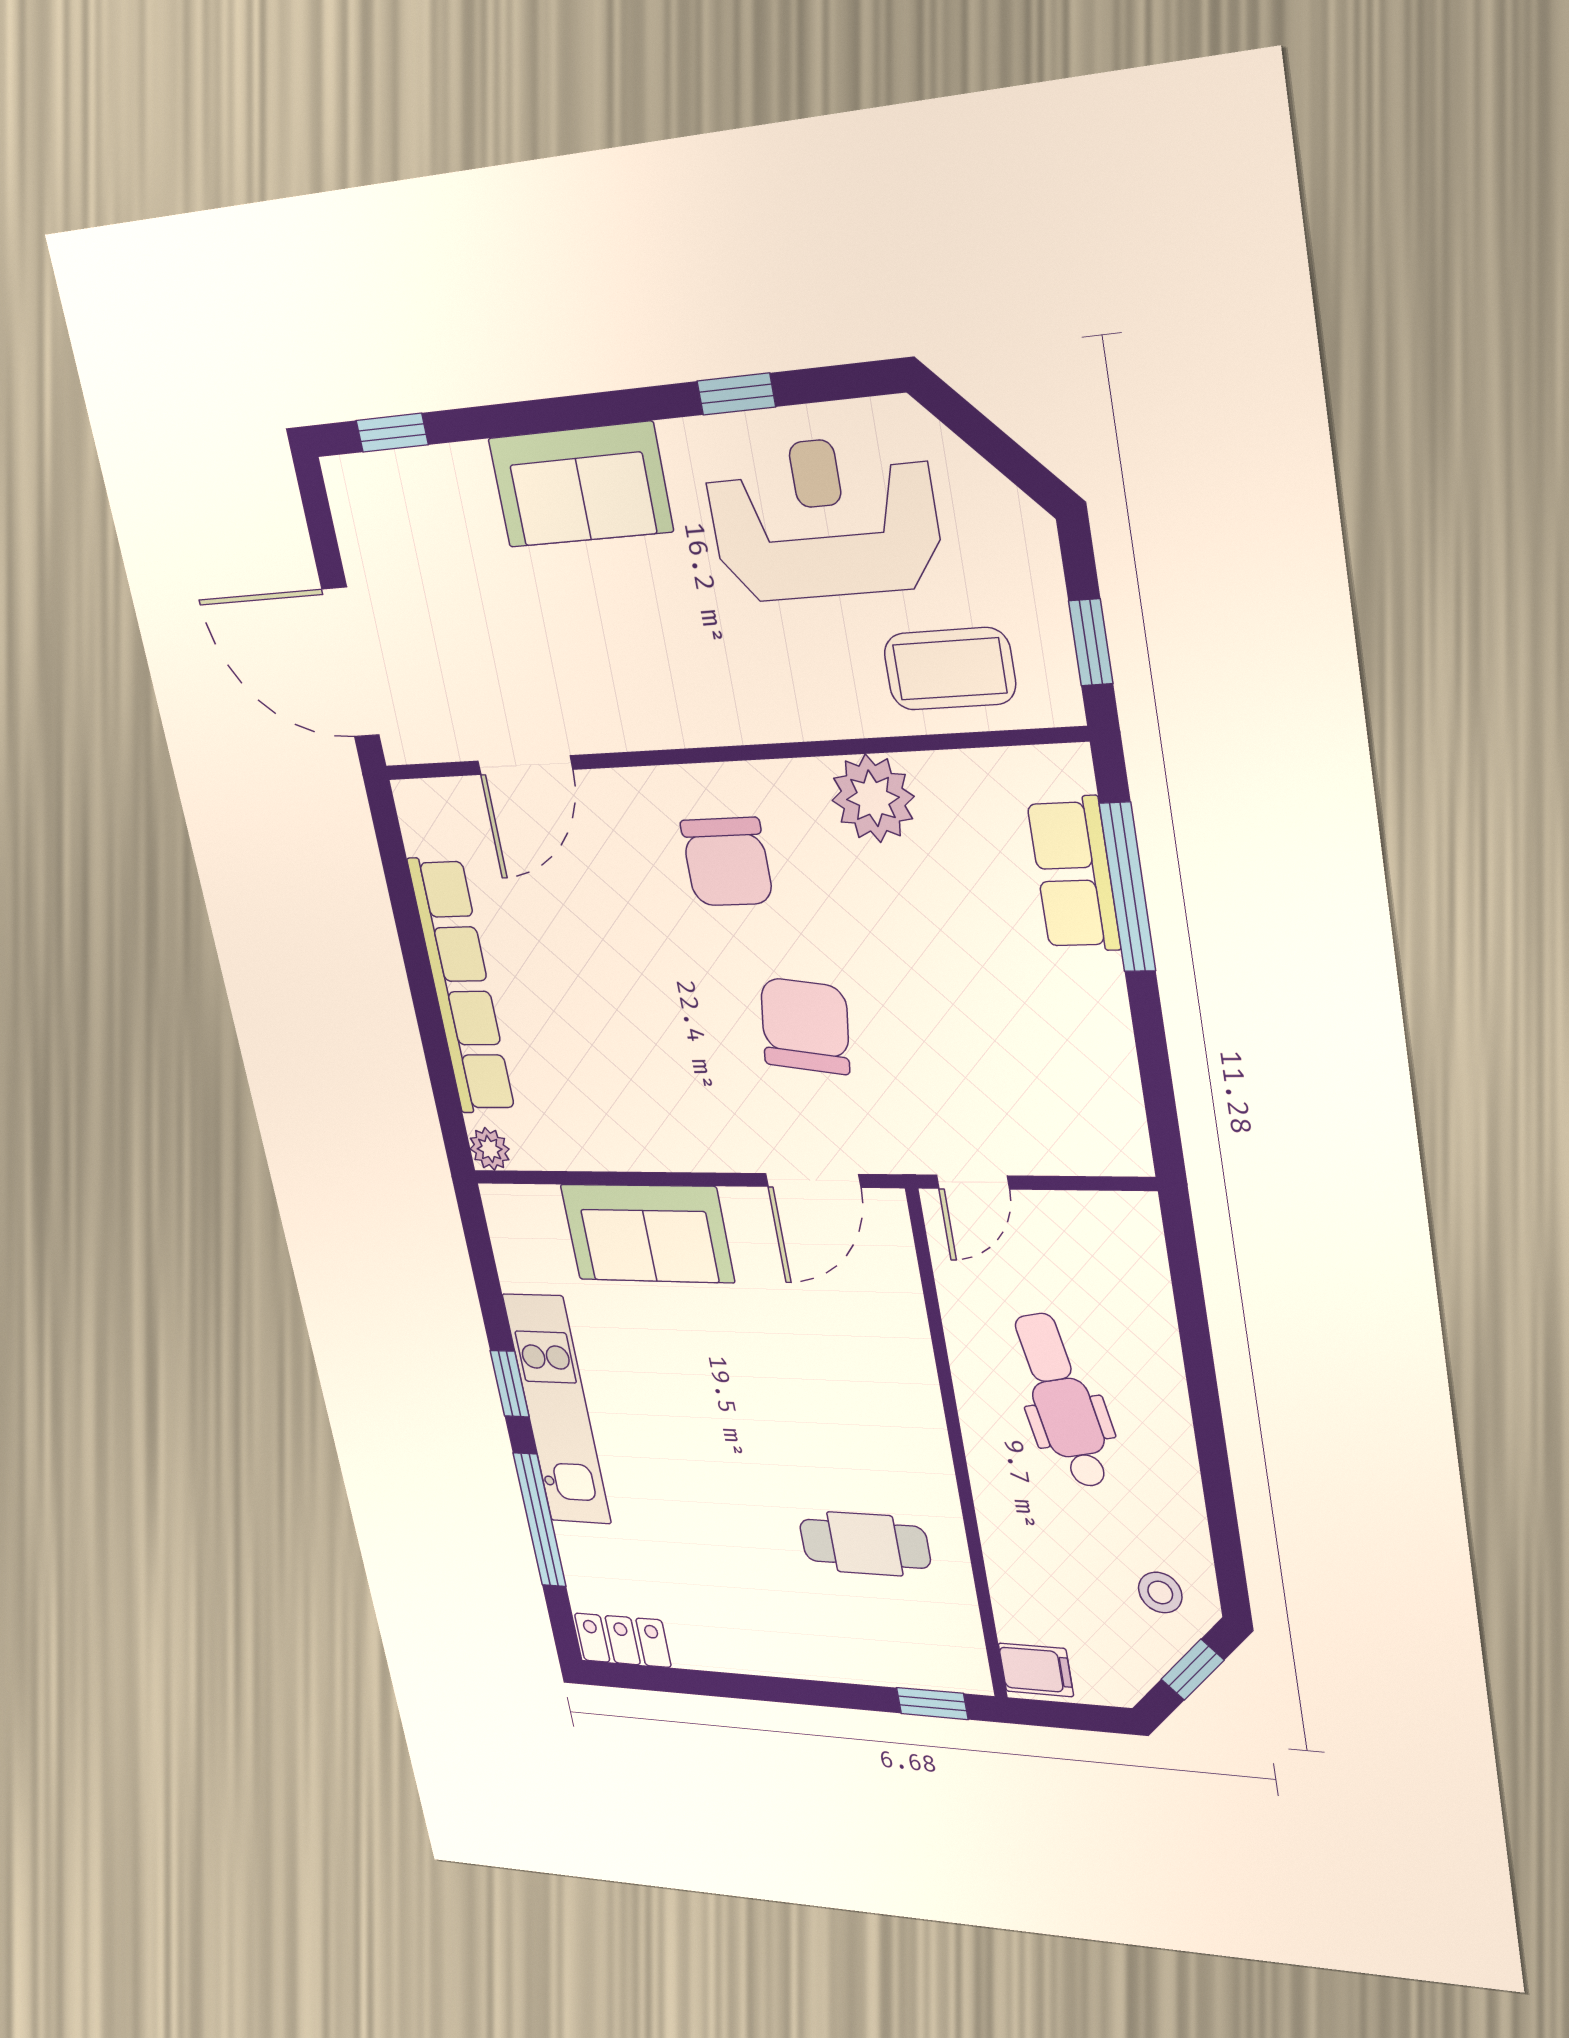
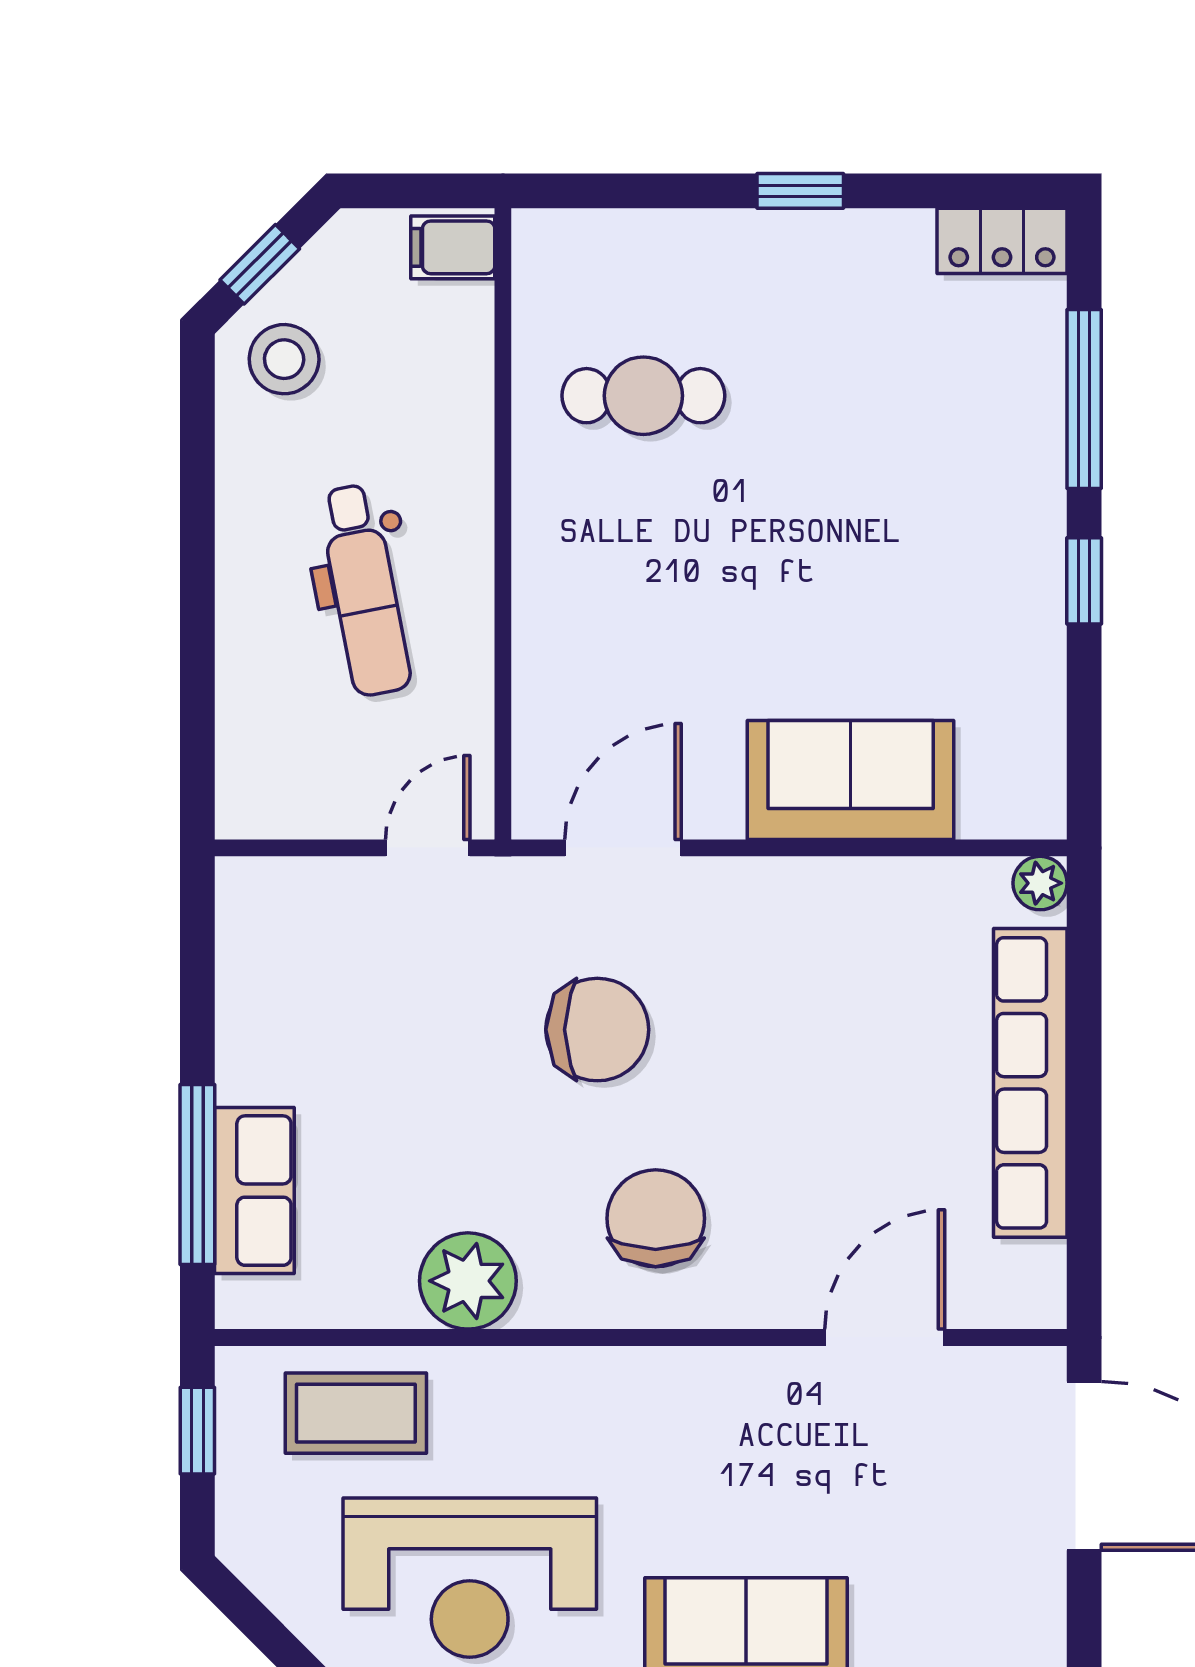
chair: (805, 1026) -> (597, 1030), turned -98
kitchen unit: (557, 1410) -> (1025, 549), removed
stool: (1160, 1592) -> (284, 359), width x1.37, depth x1.37
window: (932, 1703) -> (800, 191), moved

